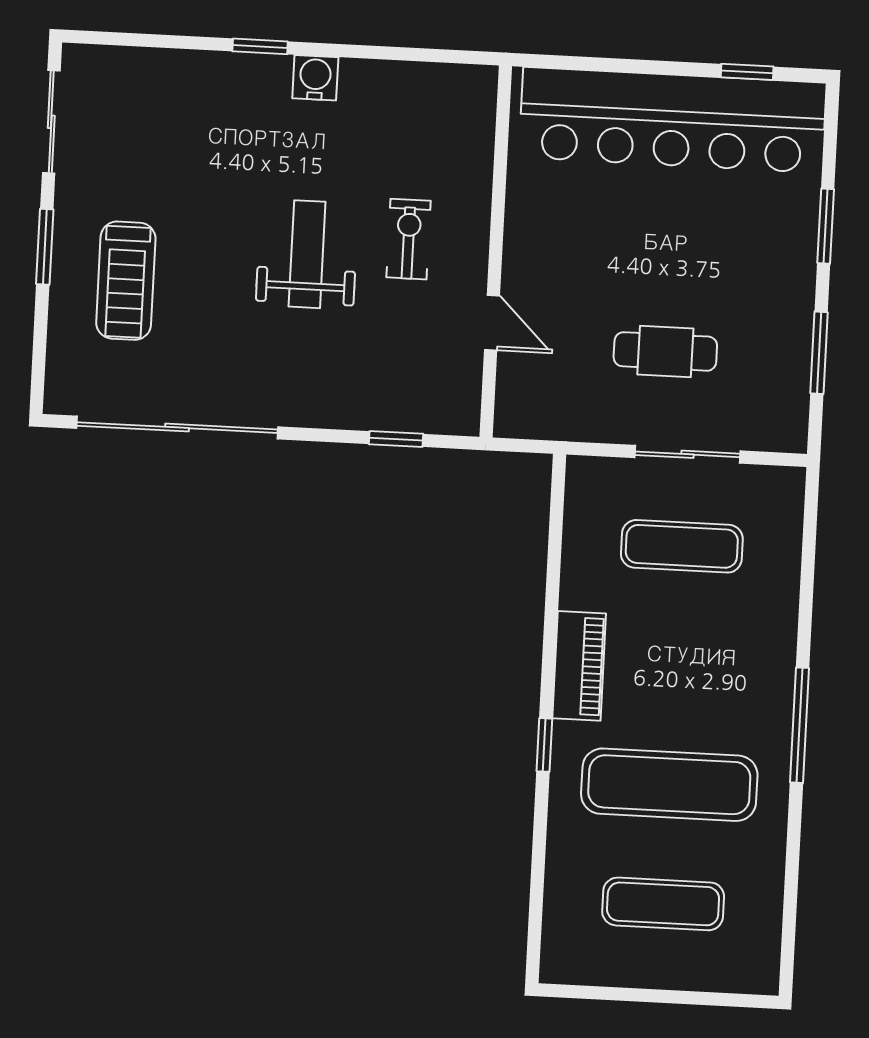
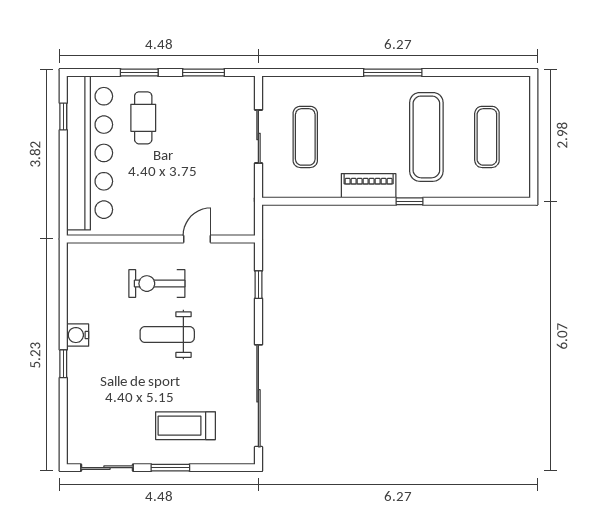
exercise bike: (409, 239) -> (157, 284), width x1.38, depth x1.39
treadmill: (126, 281) -> (185, 426), turned 180
cafe table: (665, 351) -> (143, 118), moved

